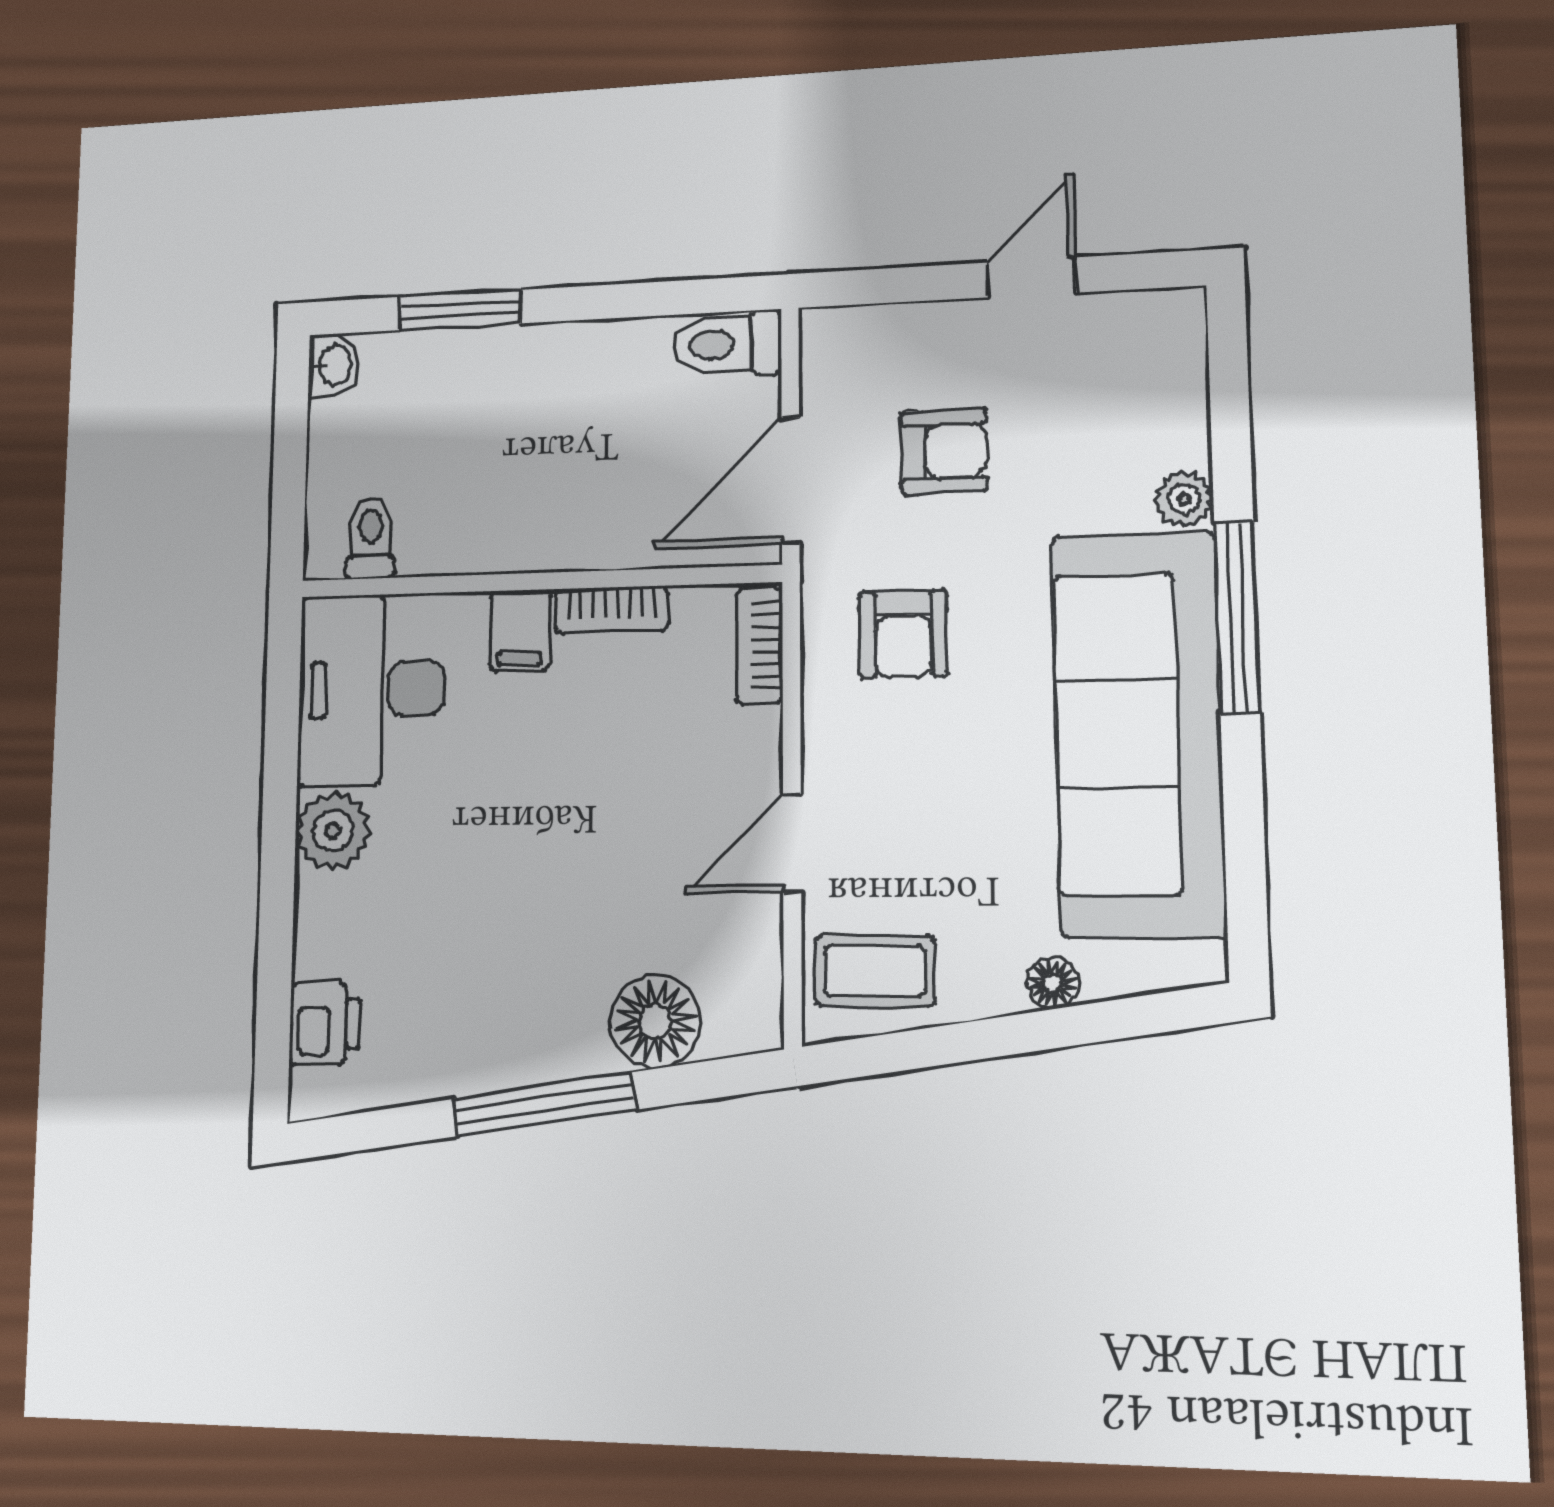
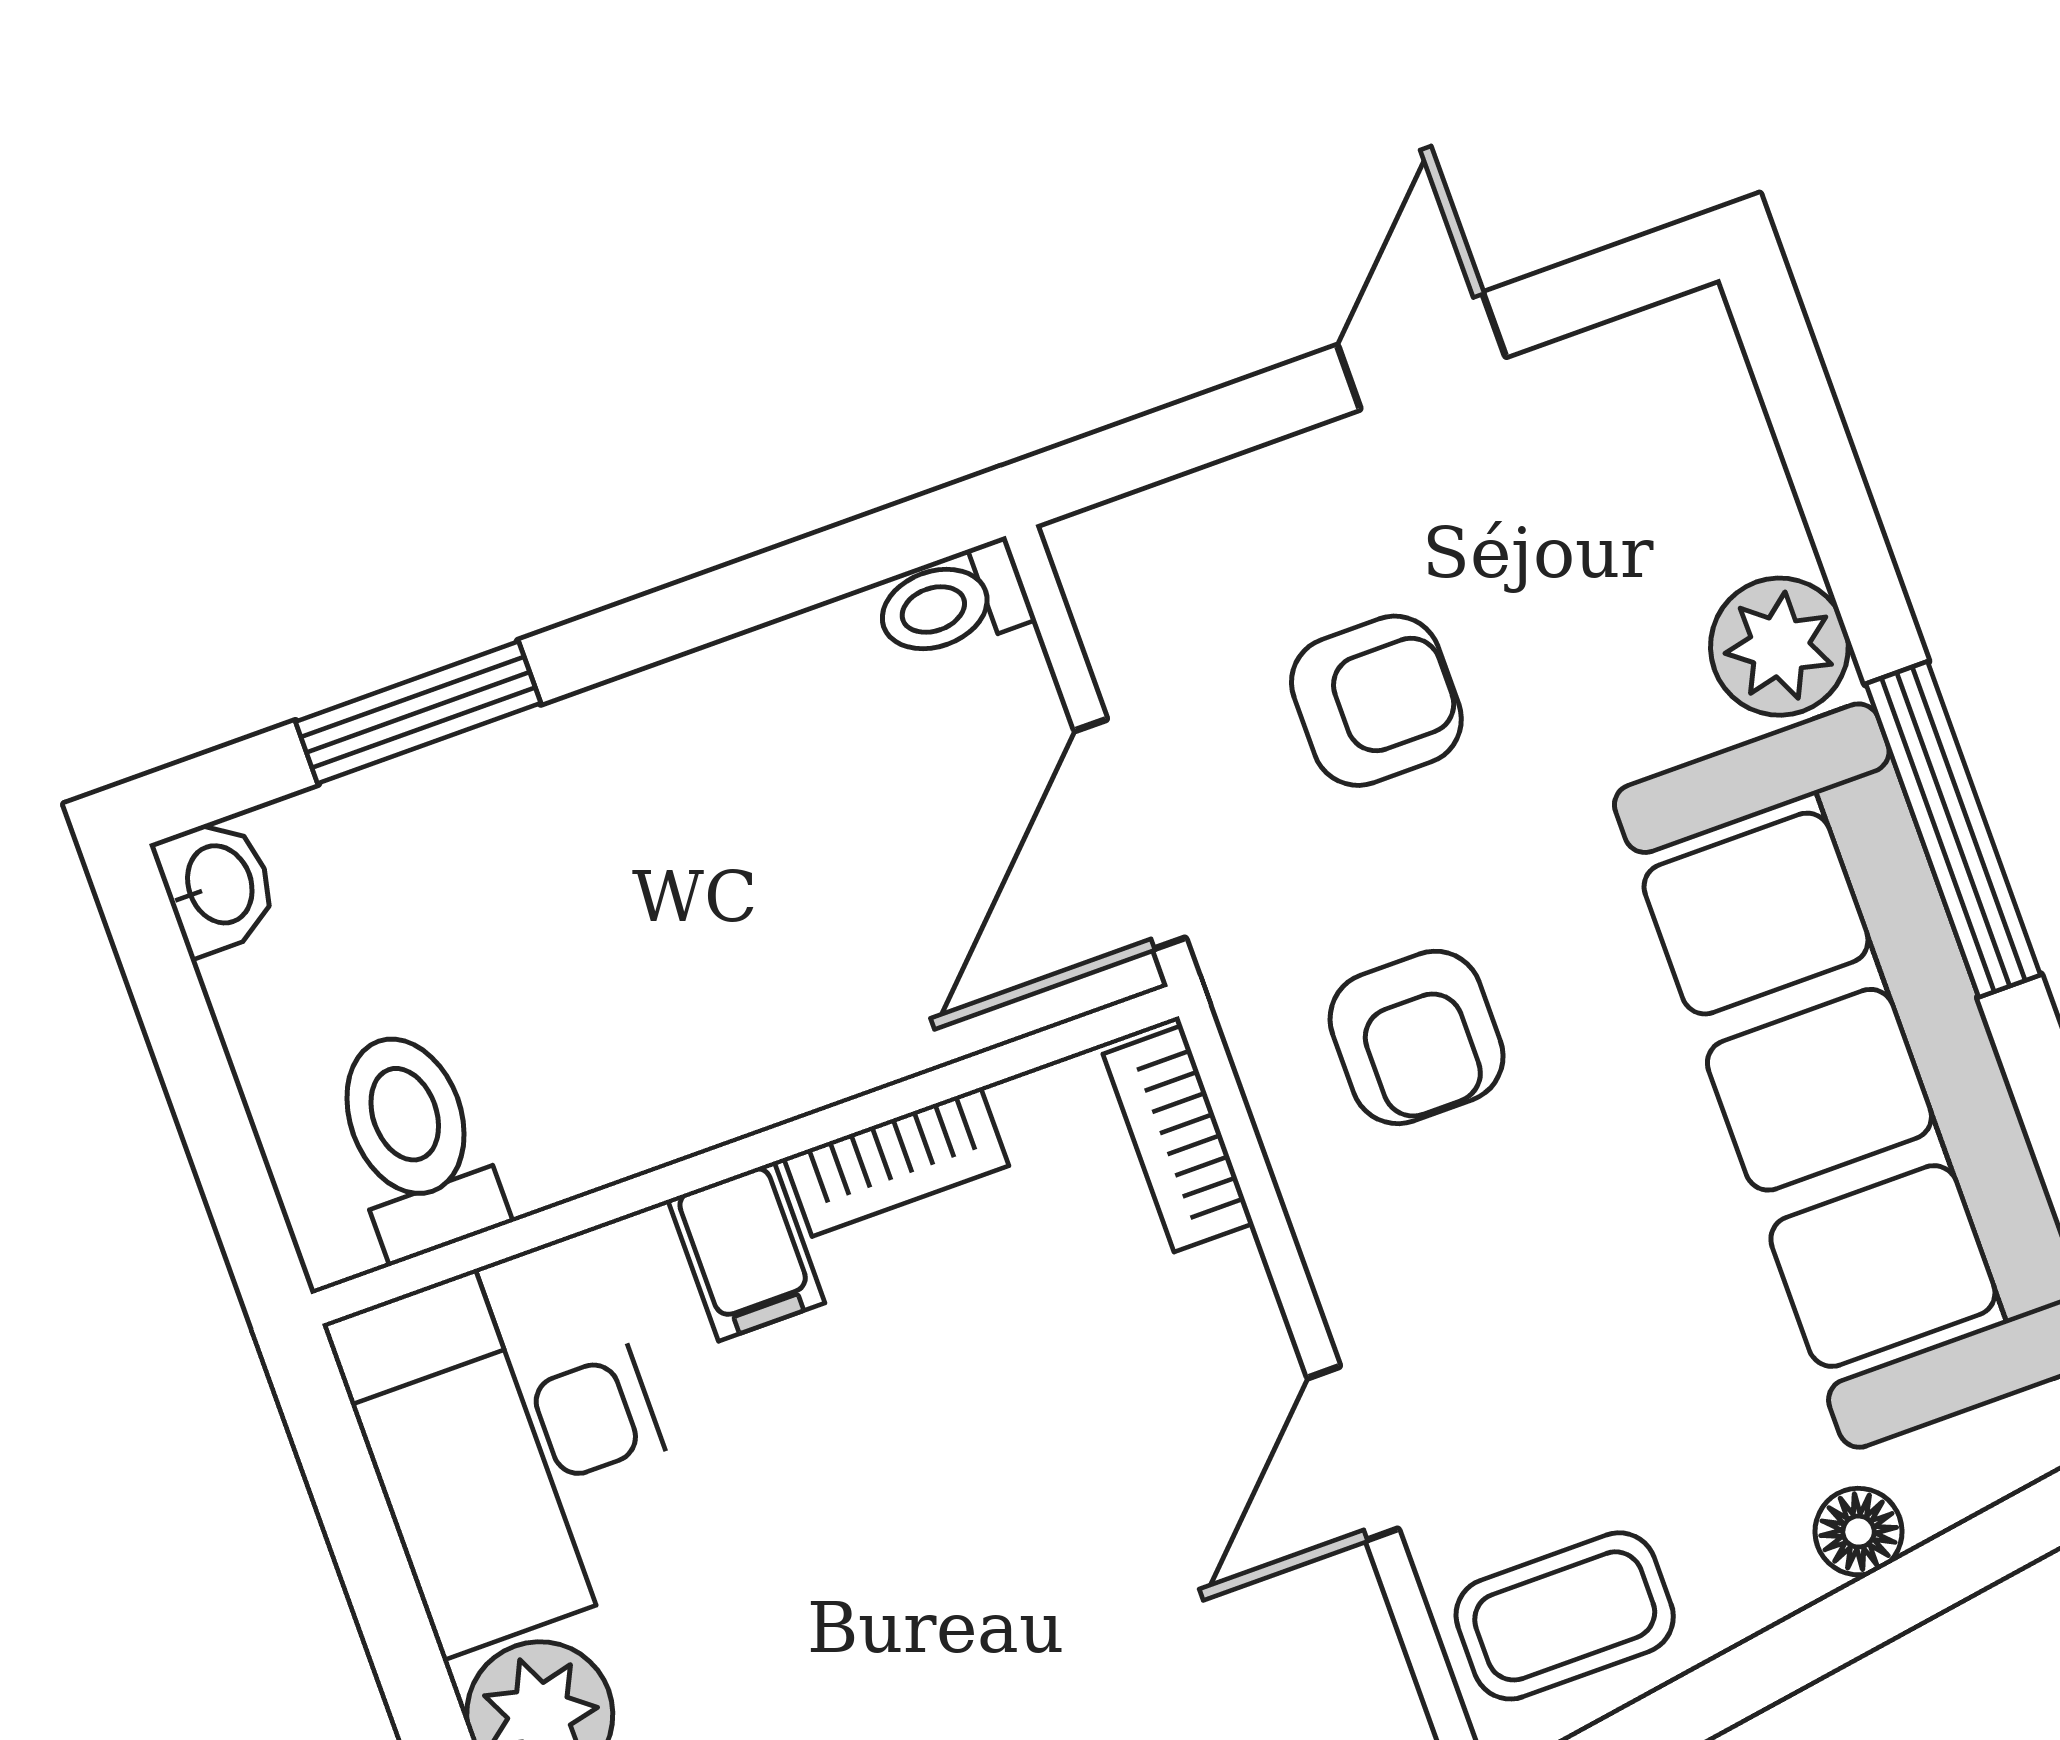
toilet: (727, 344) -> (953, 603), width x0.73, depth x0.72
plant: (1184, 499) -> (1779, 647), width x1.38, depth x1.38
toilet: (370, 538) -> (415, 1143), width x1.37, depth x1.39

